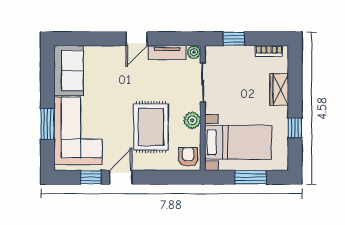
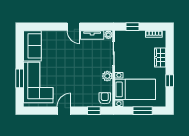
door: (136, 39) -> (74, 27), hinge flipped
rug: (151, 127) -> (82, 80), removed
window: (91, 177) -> (94, 111), moved

